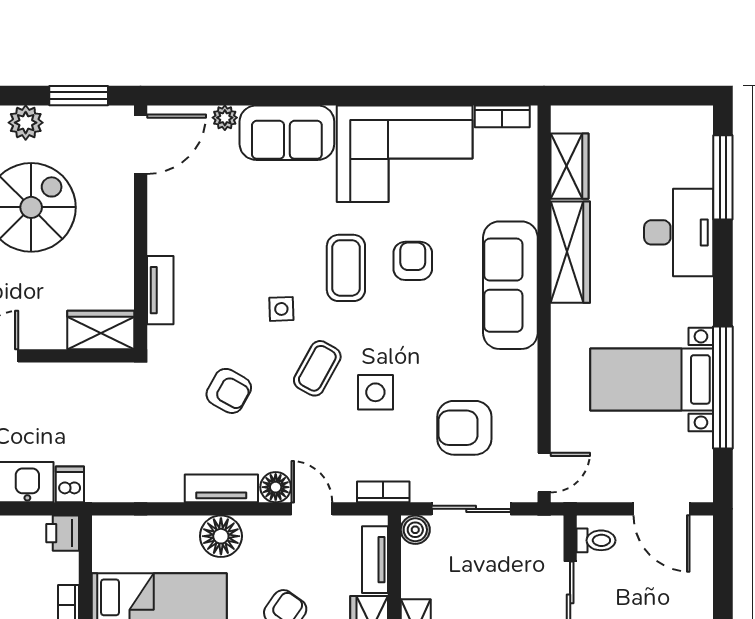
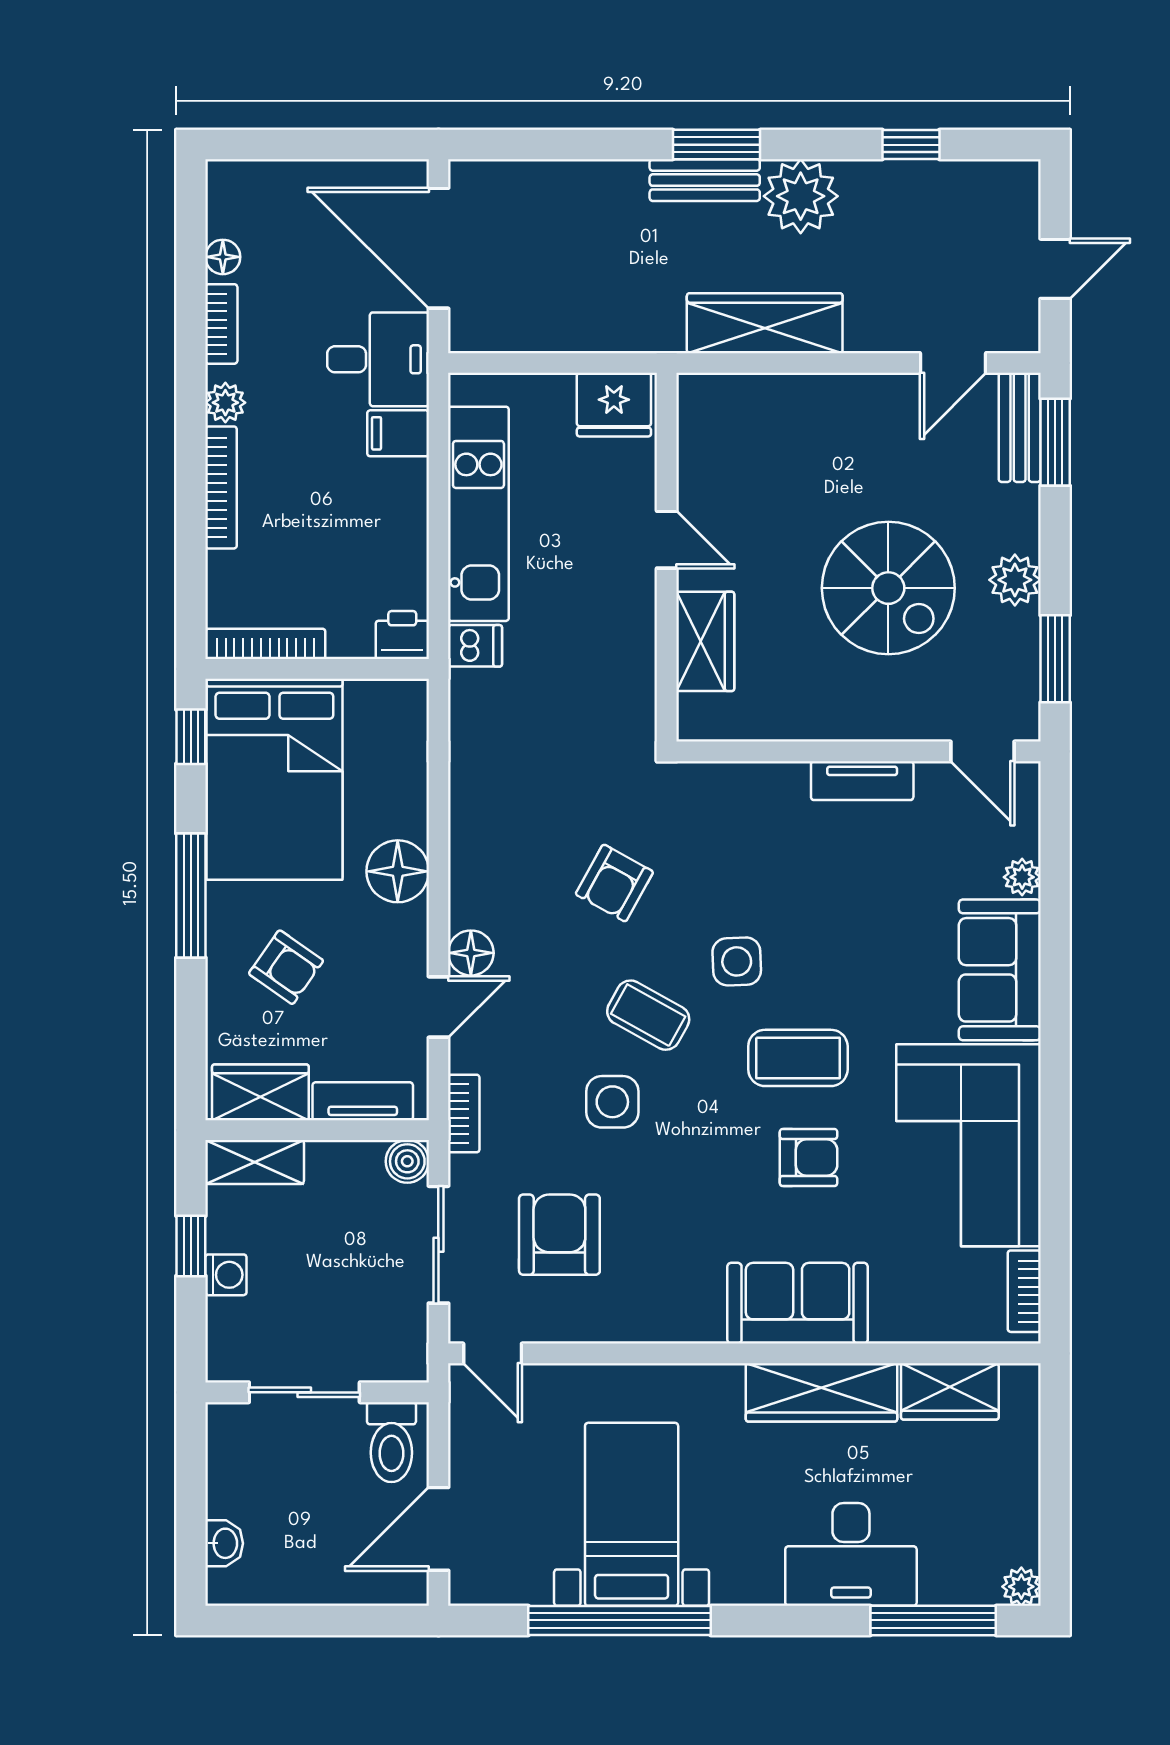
plant: (700, 118) -> (1021, 1587), added
door: (141, 144) -> (983, 751), width x0.73
sofa: (510, 285) -> (798, 1303), width x0.73
tv unit: (160, 290) -> (862, 781), moved
side table: (281, 309) -> (737, 961), width x1.37, depth x1.37
wardrobe: (101, 330) -> (705, 641), moved
tv unit: (221, 488) -> (469, 872), removed
toilet: (596, 540) -> (391, 1442), width x1.37, depth x1.39

